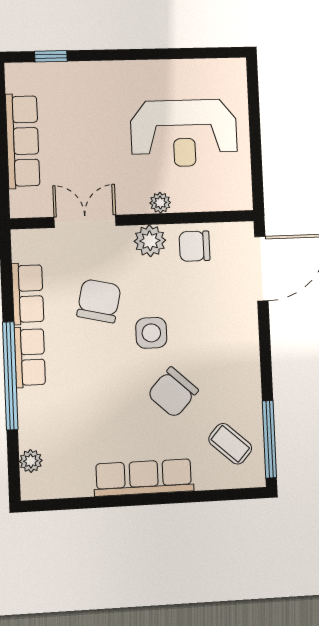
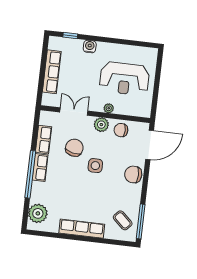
water cooler: (97, 74) -> (90, 47), added
chair: (173, 392) -> (133, 174), moved, turned 47
plant: (31, 461) -> (38, 213), width x1.88, depth x1.88

